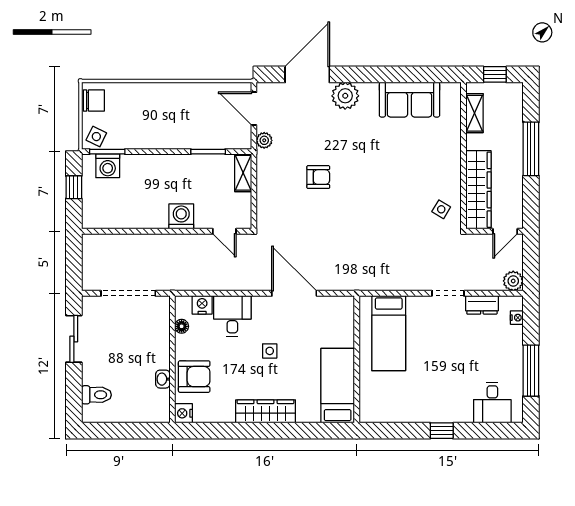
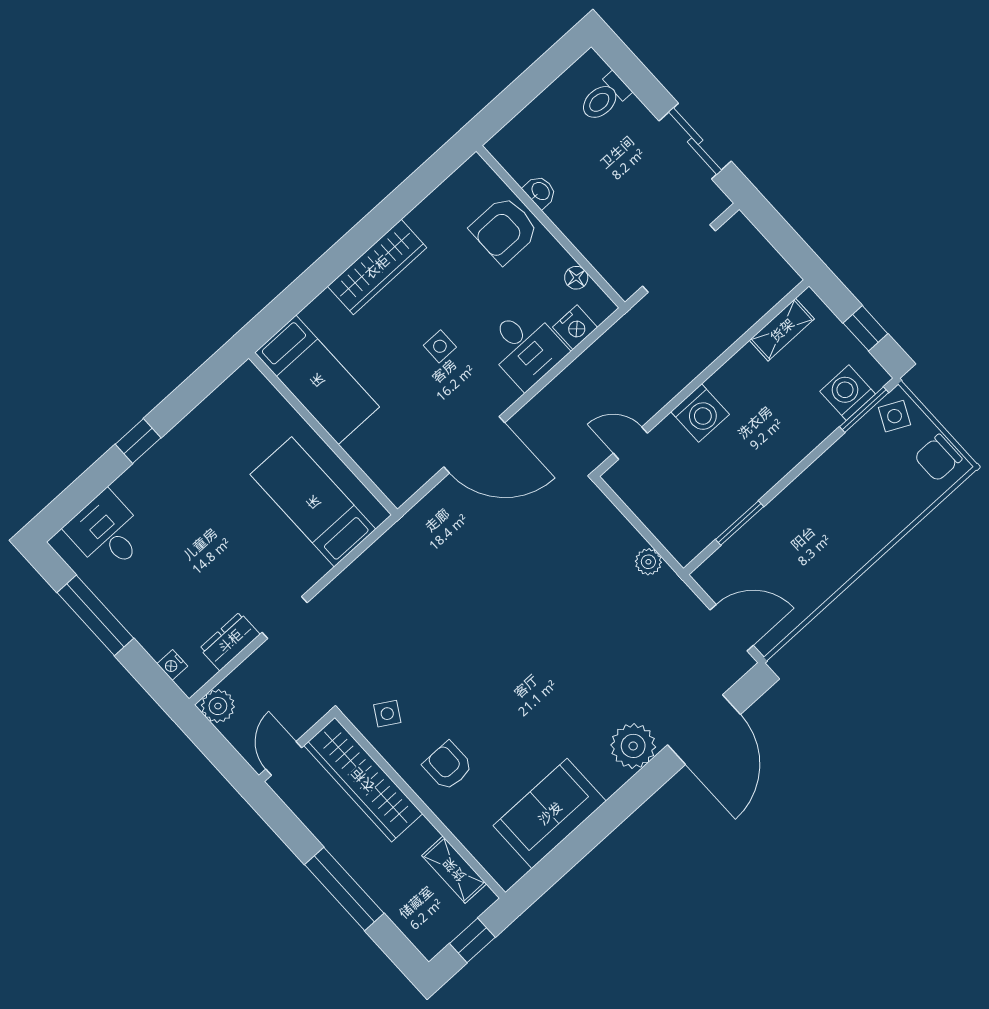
plant: (264, 140) -> (648, 562), moved
shelving: (243, 173) -> (782, 330), moved, turned 90
armchair: (318, 177) -> (448, 766), moved, turned 90
nightstand: (184, 413) -> (476, 173), removed

